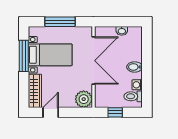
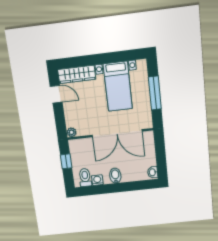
washbasin: (122, 31) -> (153, 172), moved
window: (24, 56) -> (113, 57), removed
plant: (84, 99) -> (72, 132), width x0.53, depth x0.53

